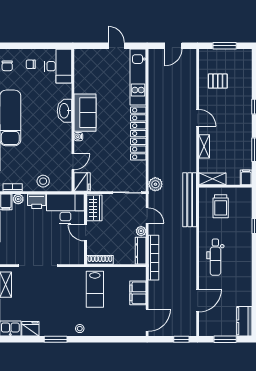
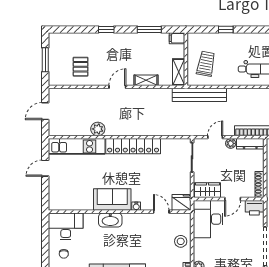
door: (173, 46) -> (45, 111), swing flipped
plant: (155, 184) -> (98, 129), moved
printer: (37, 201) -> (254, 208), moved, turned 90
trolley: (221, 206) -> (206, 64), turned -79

